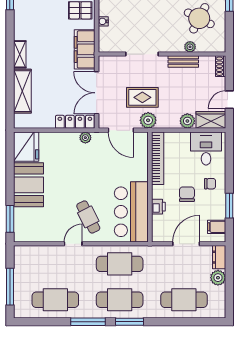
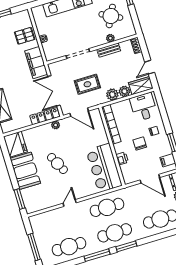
plant: (148, 120) -> (112, 94), moved
cafe table: (88, 217) -> (57, 163), moved
door: (186, 244) -> (150, 179), swing flipped

